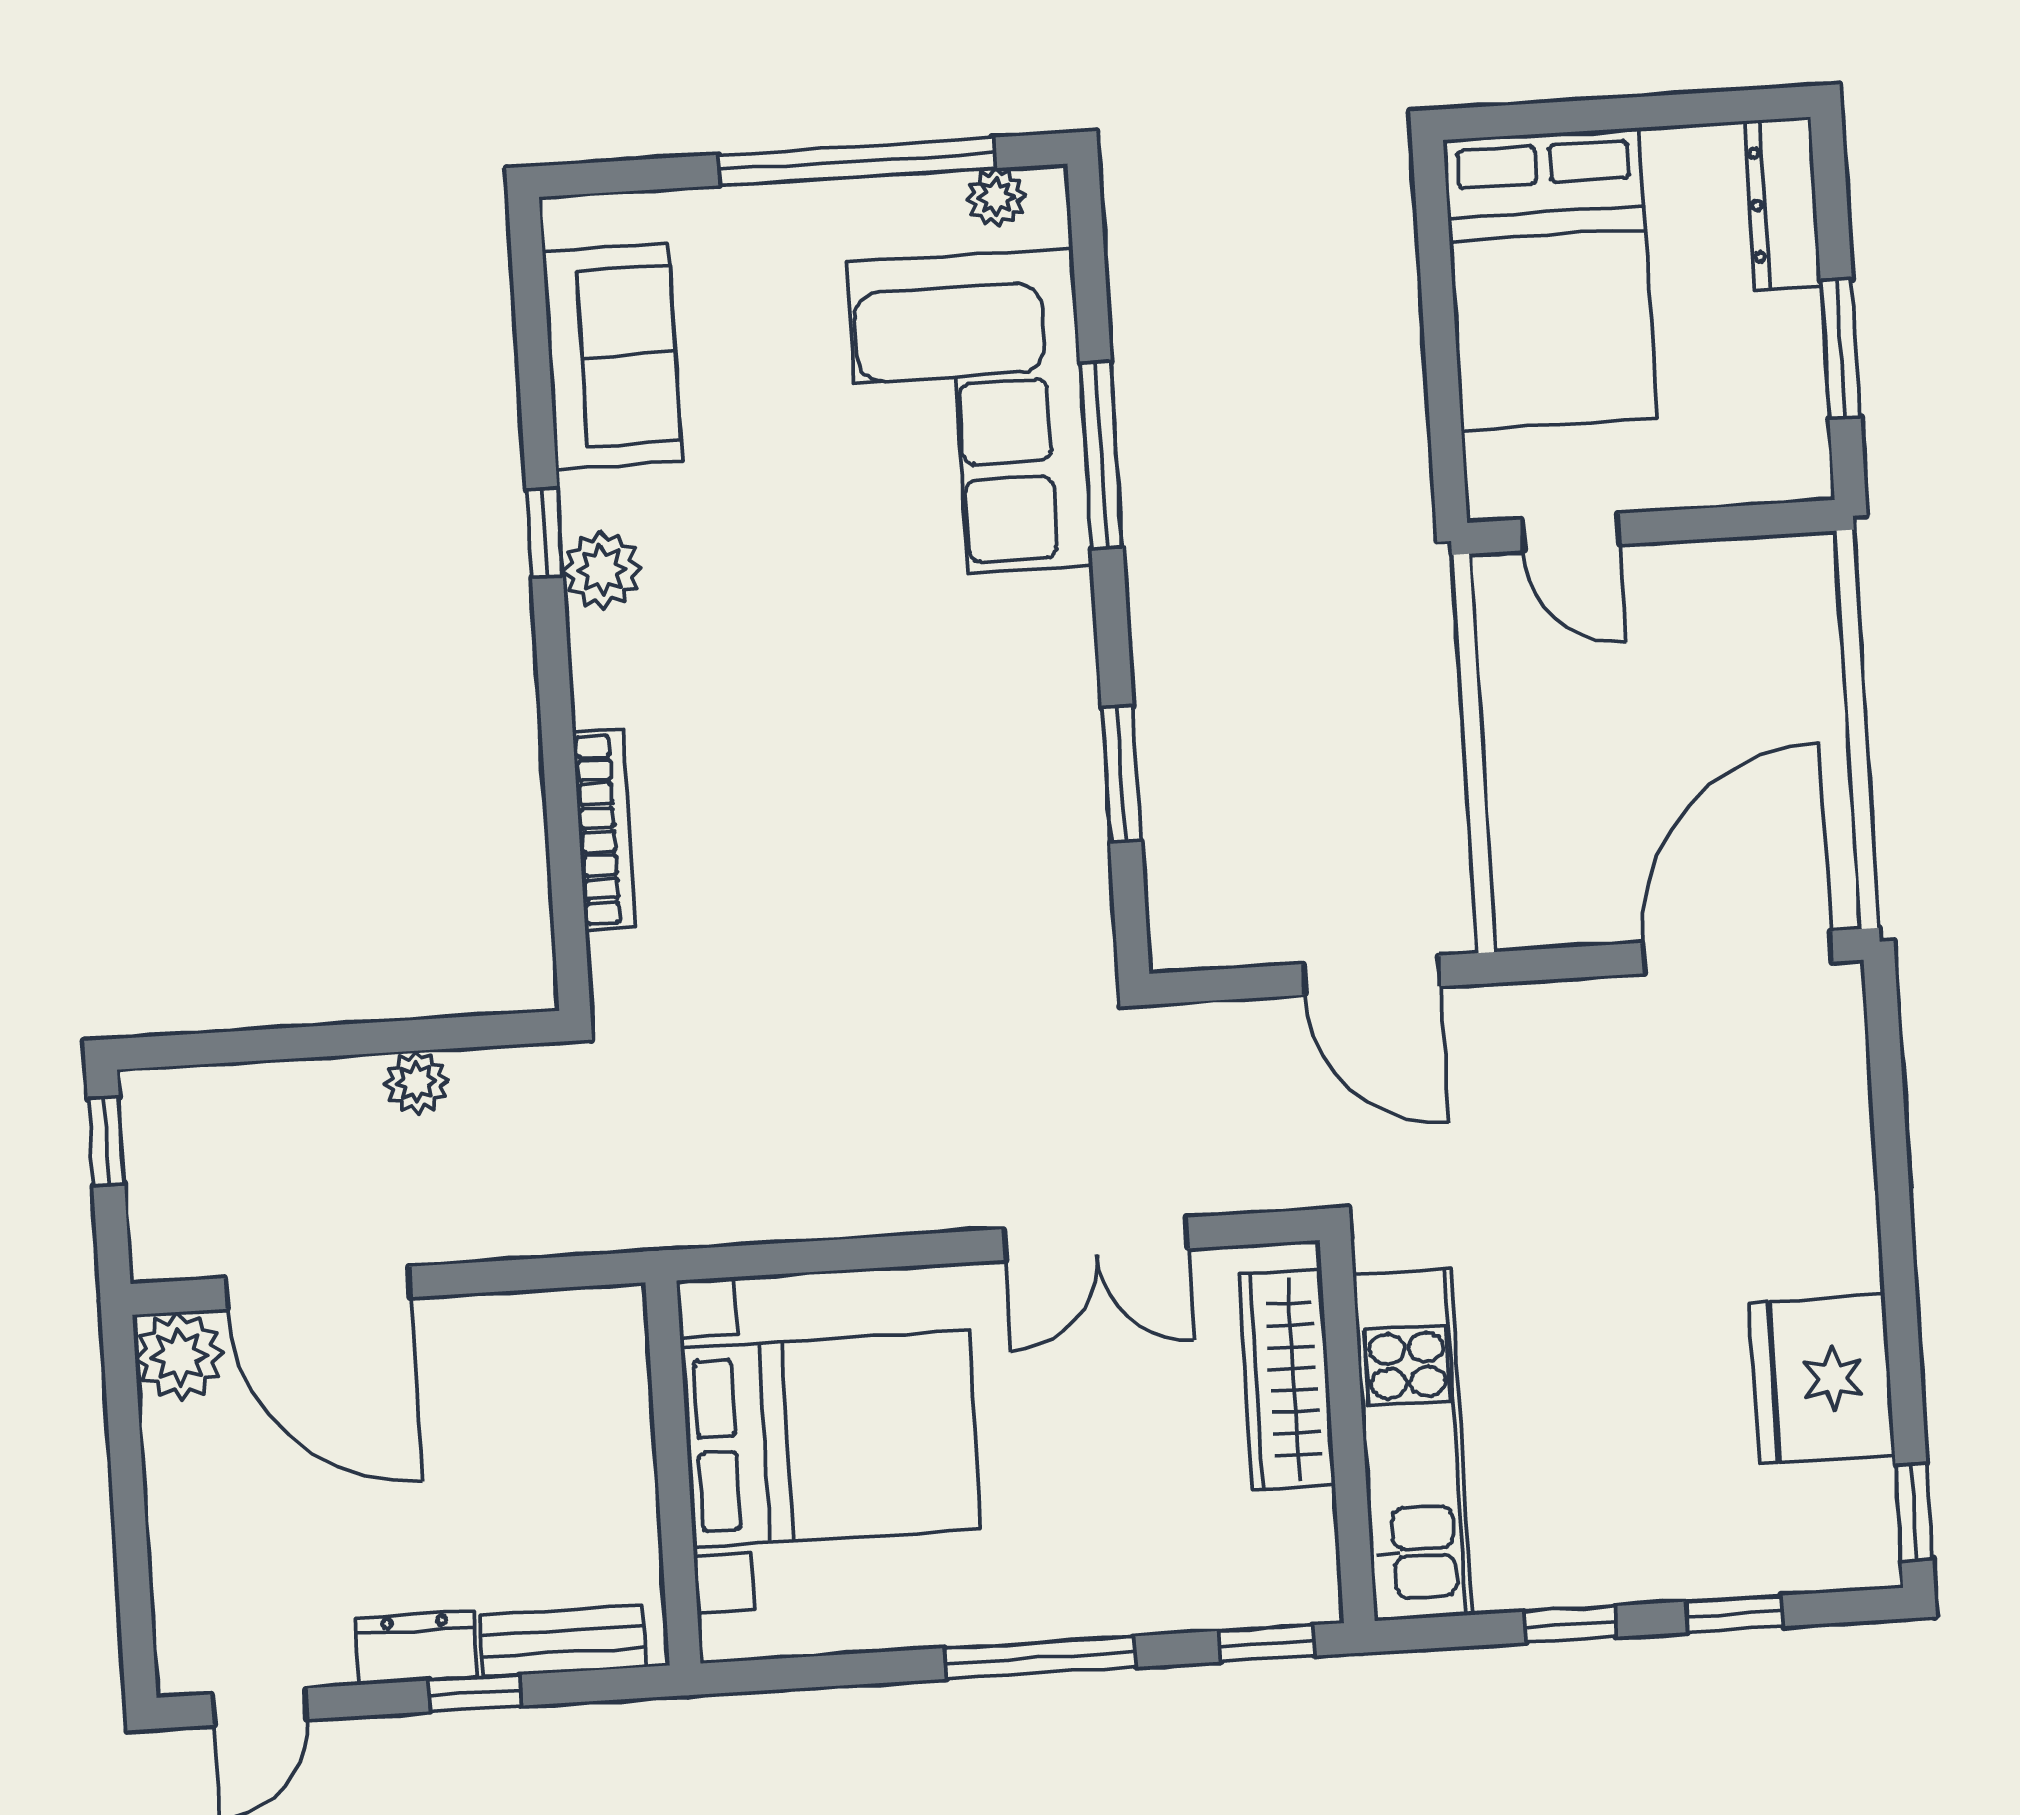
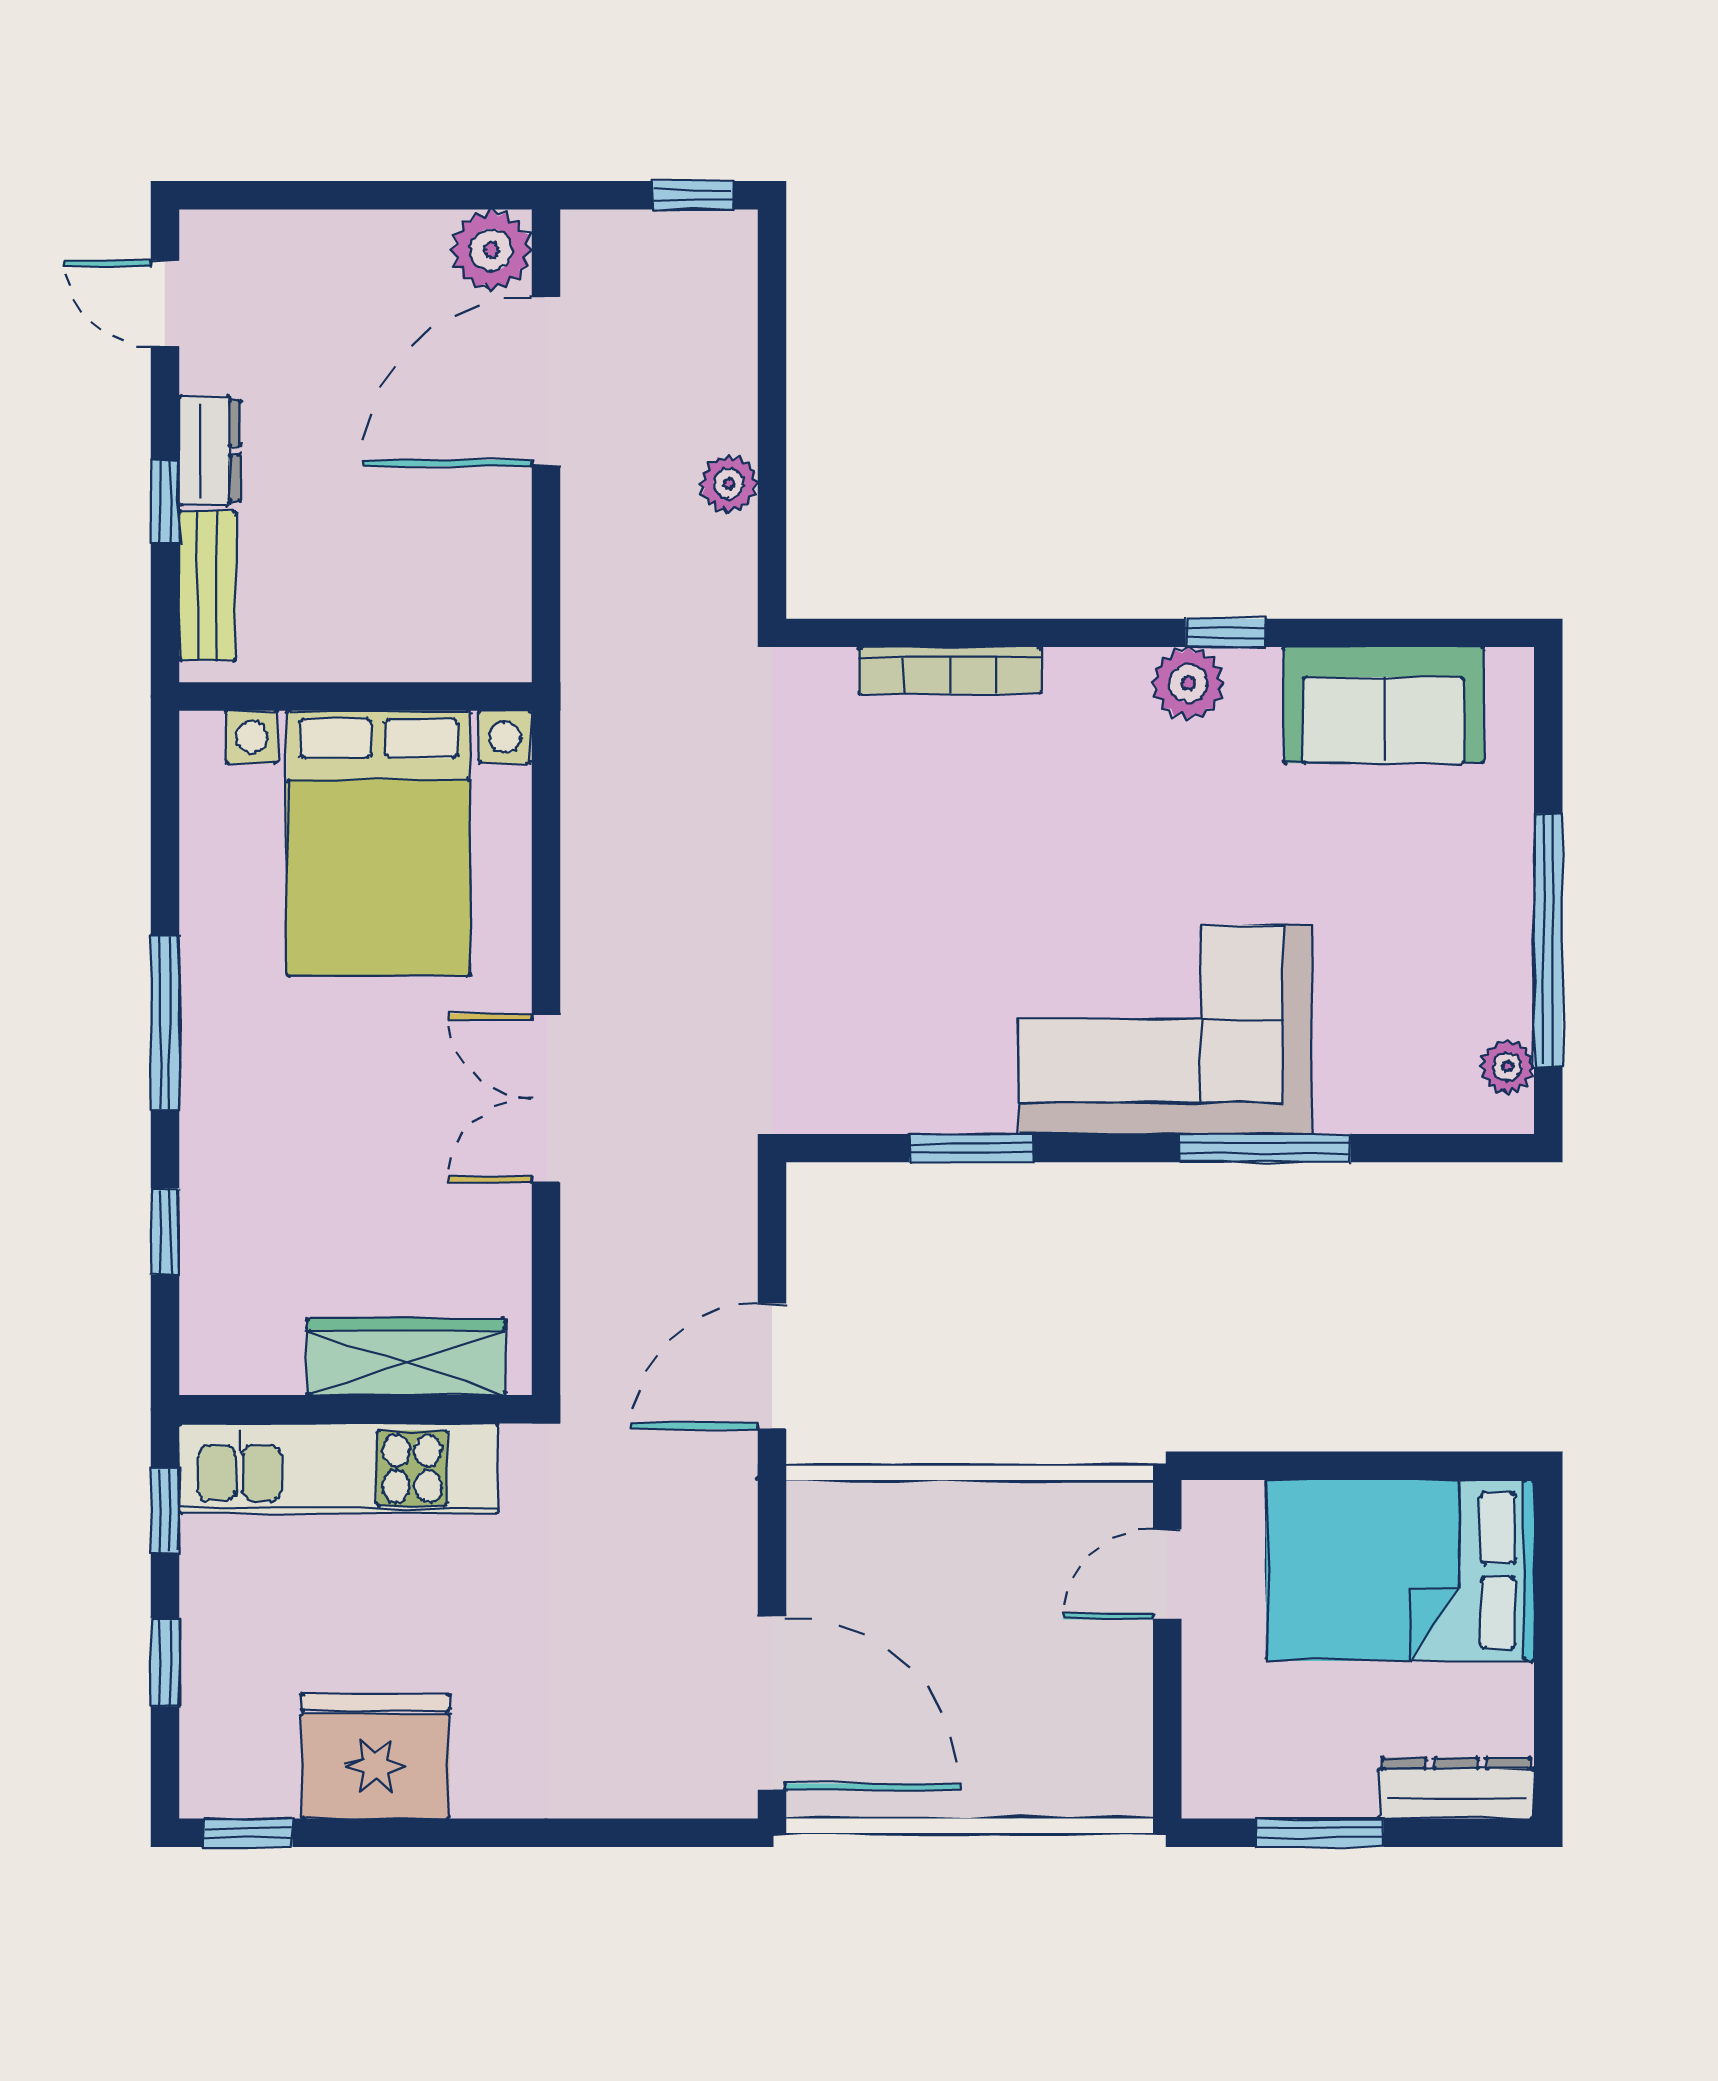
corner sofa: (969, 414) -> (1166, 1030), moved
wardrobe: (1287, 1379) -> (406, 1357), moved
wall: (1347, 1431) -> (355, 1409), moved
kitchen unit: (1412, 1445) -> (339, 1468), moved

